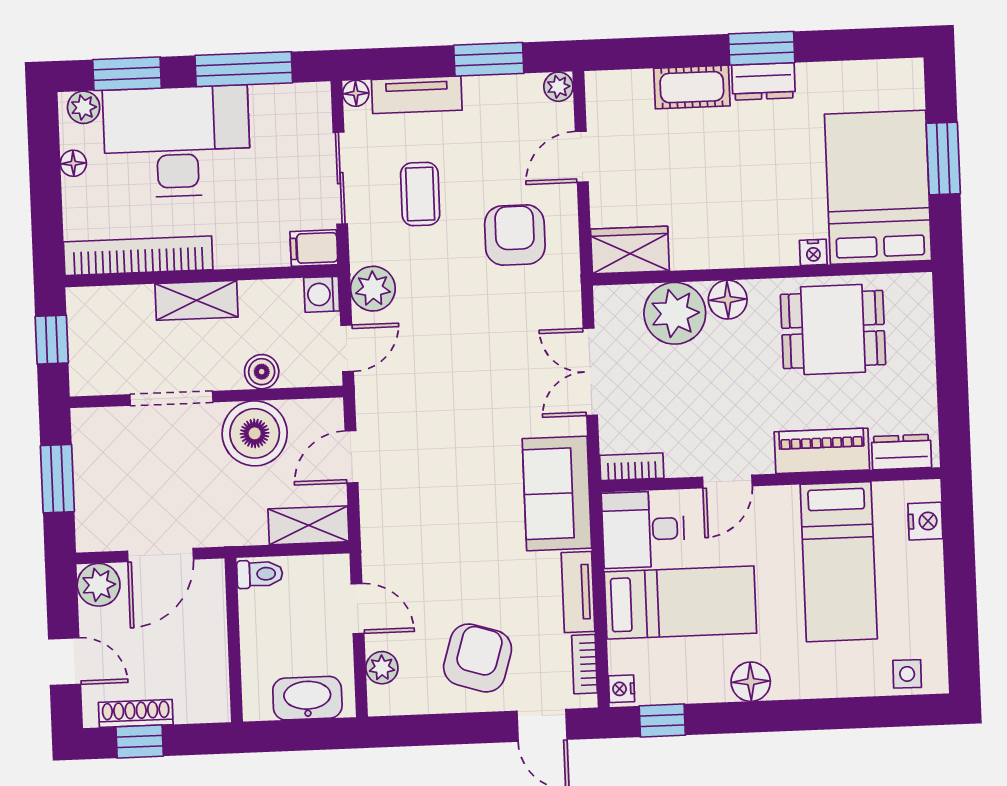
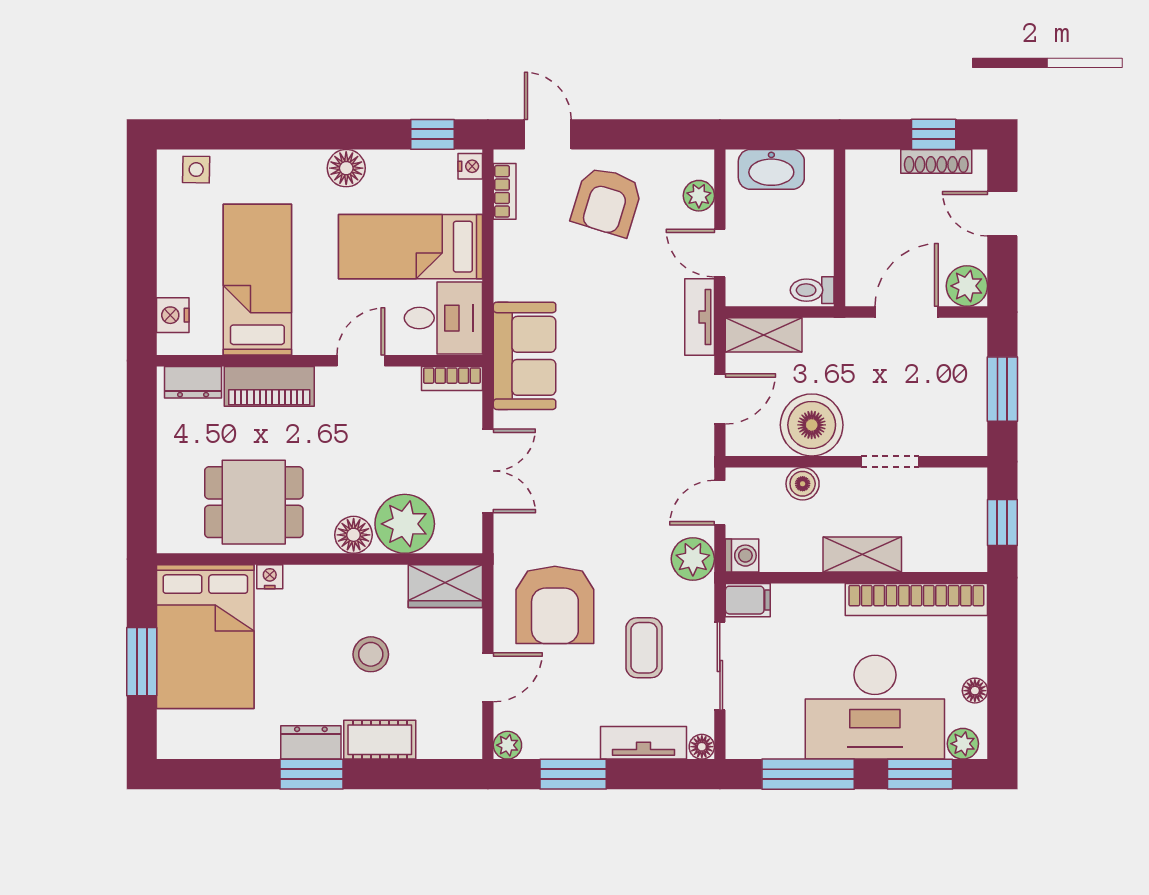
stool: (705, 176) -> (371, 654), added
armchair: (515, 235) -> (555, 605), width x1.36, depth x1.36
doorway: (171, 398) -> (890, 462), width x0.73
tv unit: (578, 592) -> (700, 317), moved, turned 180

